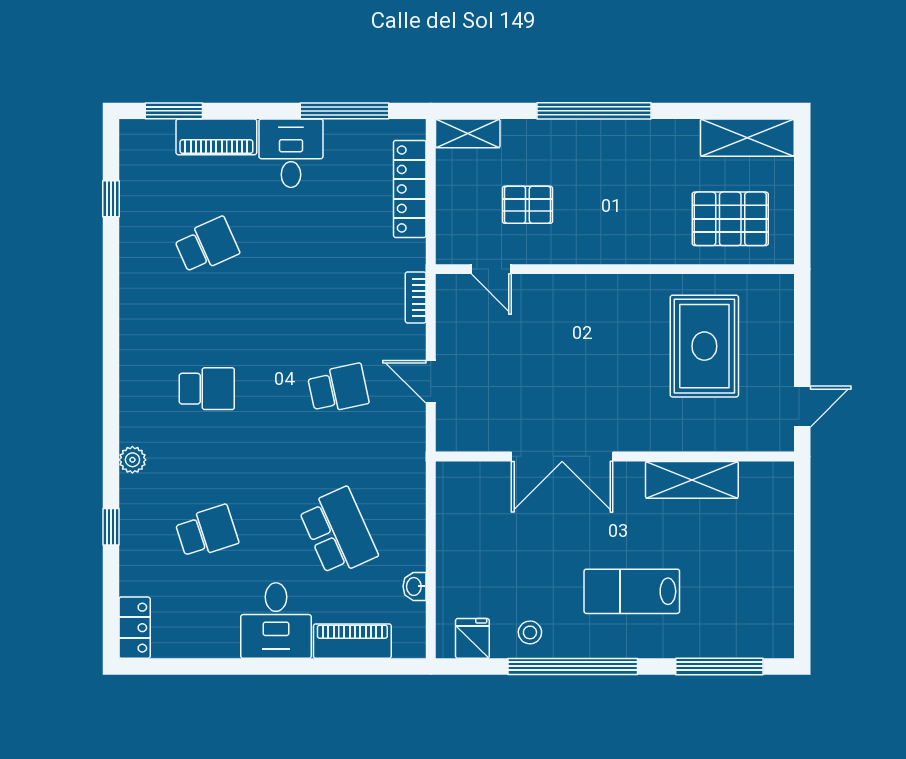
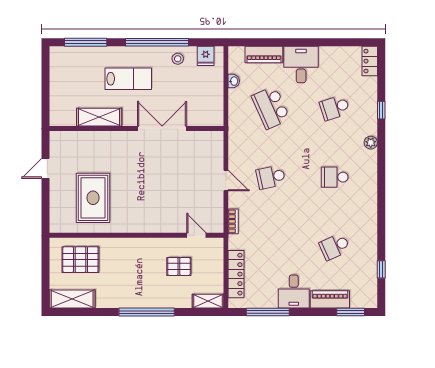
double door: (562, 456) -> (162, 129), moved
wall: (615, 456) -> (136, 129), moved
shelving: (692, 480) -> (99, 117), moved

